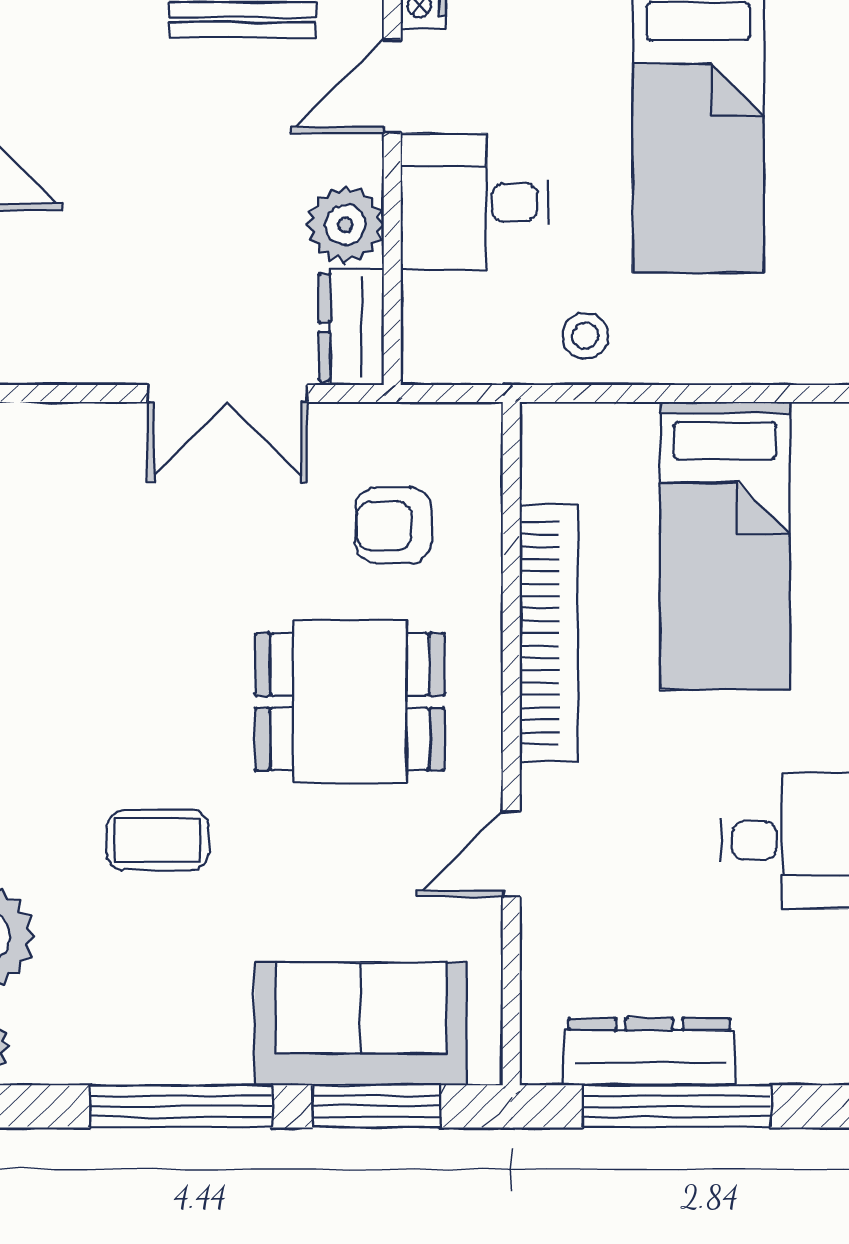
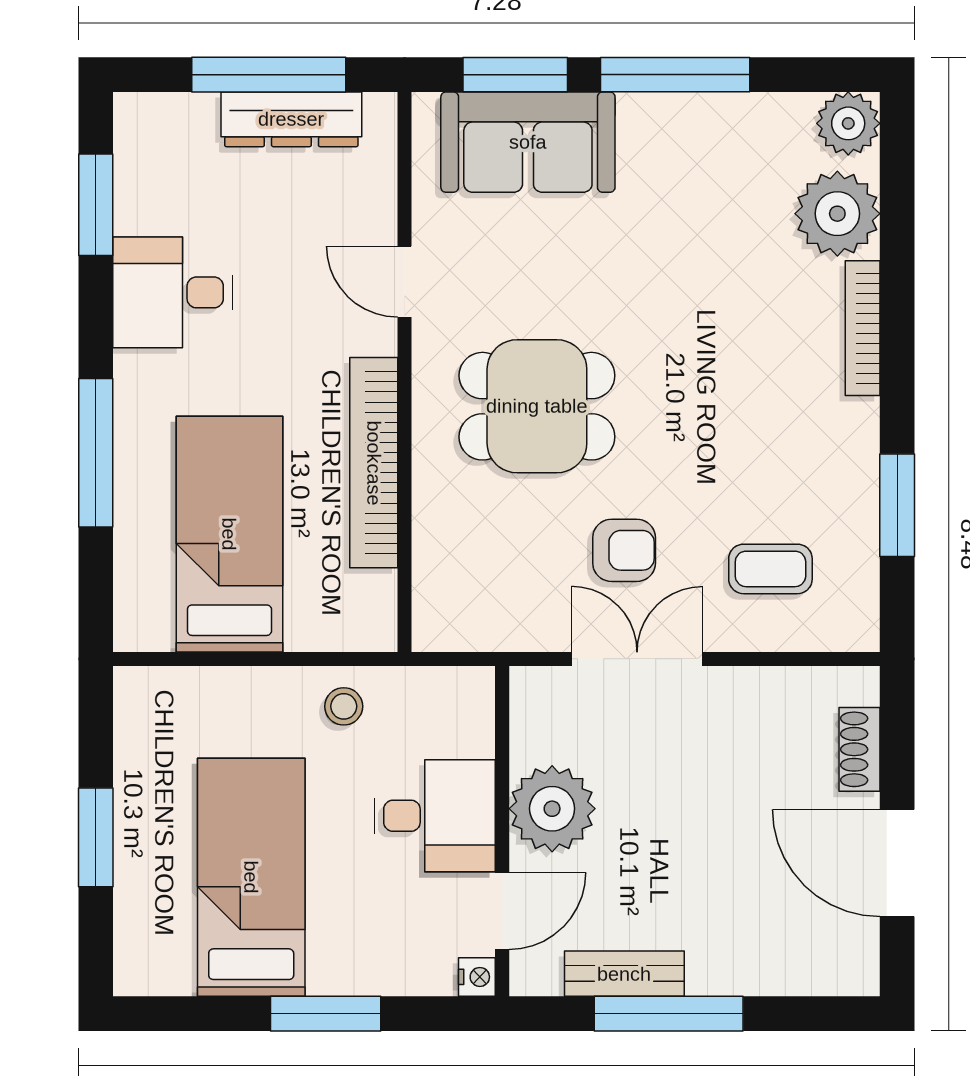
plant: (345, 225) -> (552, 809), width x1.36, depth x1.36
dresser: (351, 327) -> (536, 713), removed
armchair: (393, 526) -> (624, 550), moved
coffee table: (157, 840) -> (770, 569), moved
door: (511, 854) -> (405, 282), swing flipped

